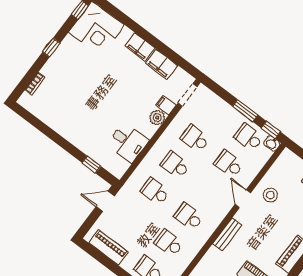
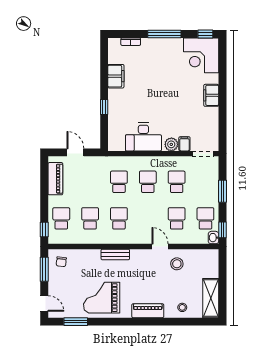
window: (51, 48) -> (164, 34), width x2.17
filing cabinet: (162, 64) -> (116, 76), moved, turned 180
window: (245, 111) -> (222, 191), moved
desk: (128, 142) -> (143, 137), width x1.37
window: (91, 164) -> (104, 107), moved
door: (243, 199) -> (160, 247), hinge flipped
door: (105, 201) -> (75, 152), moved
bench: (227, 234) -> (115, 254), moved

